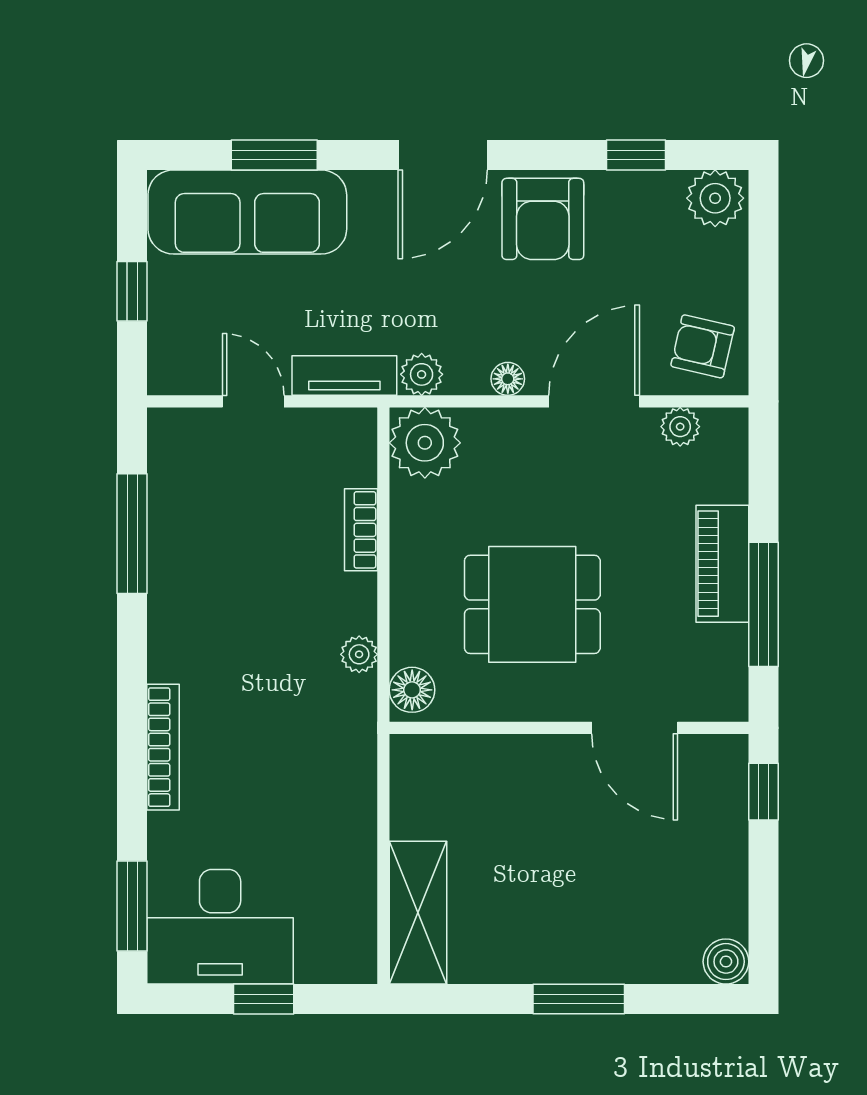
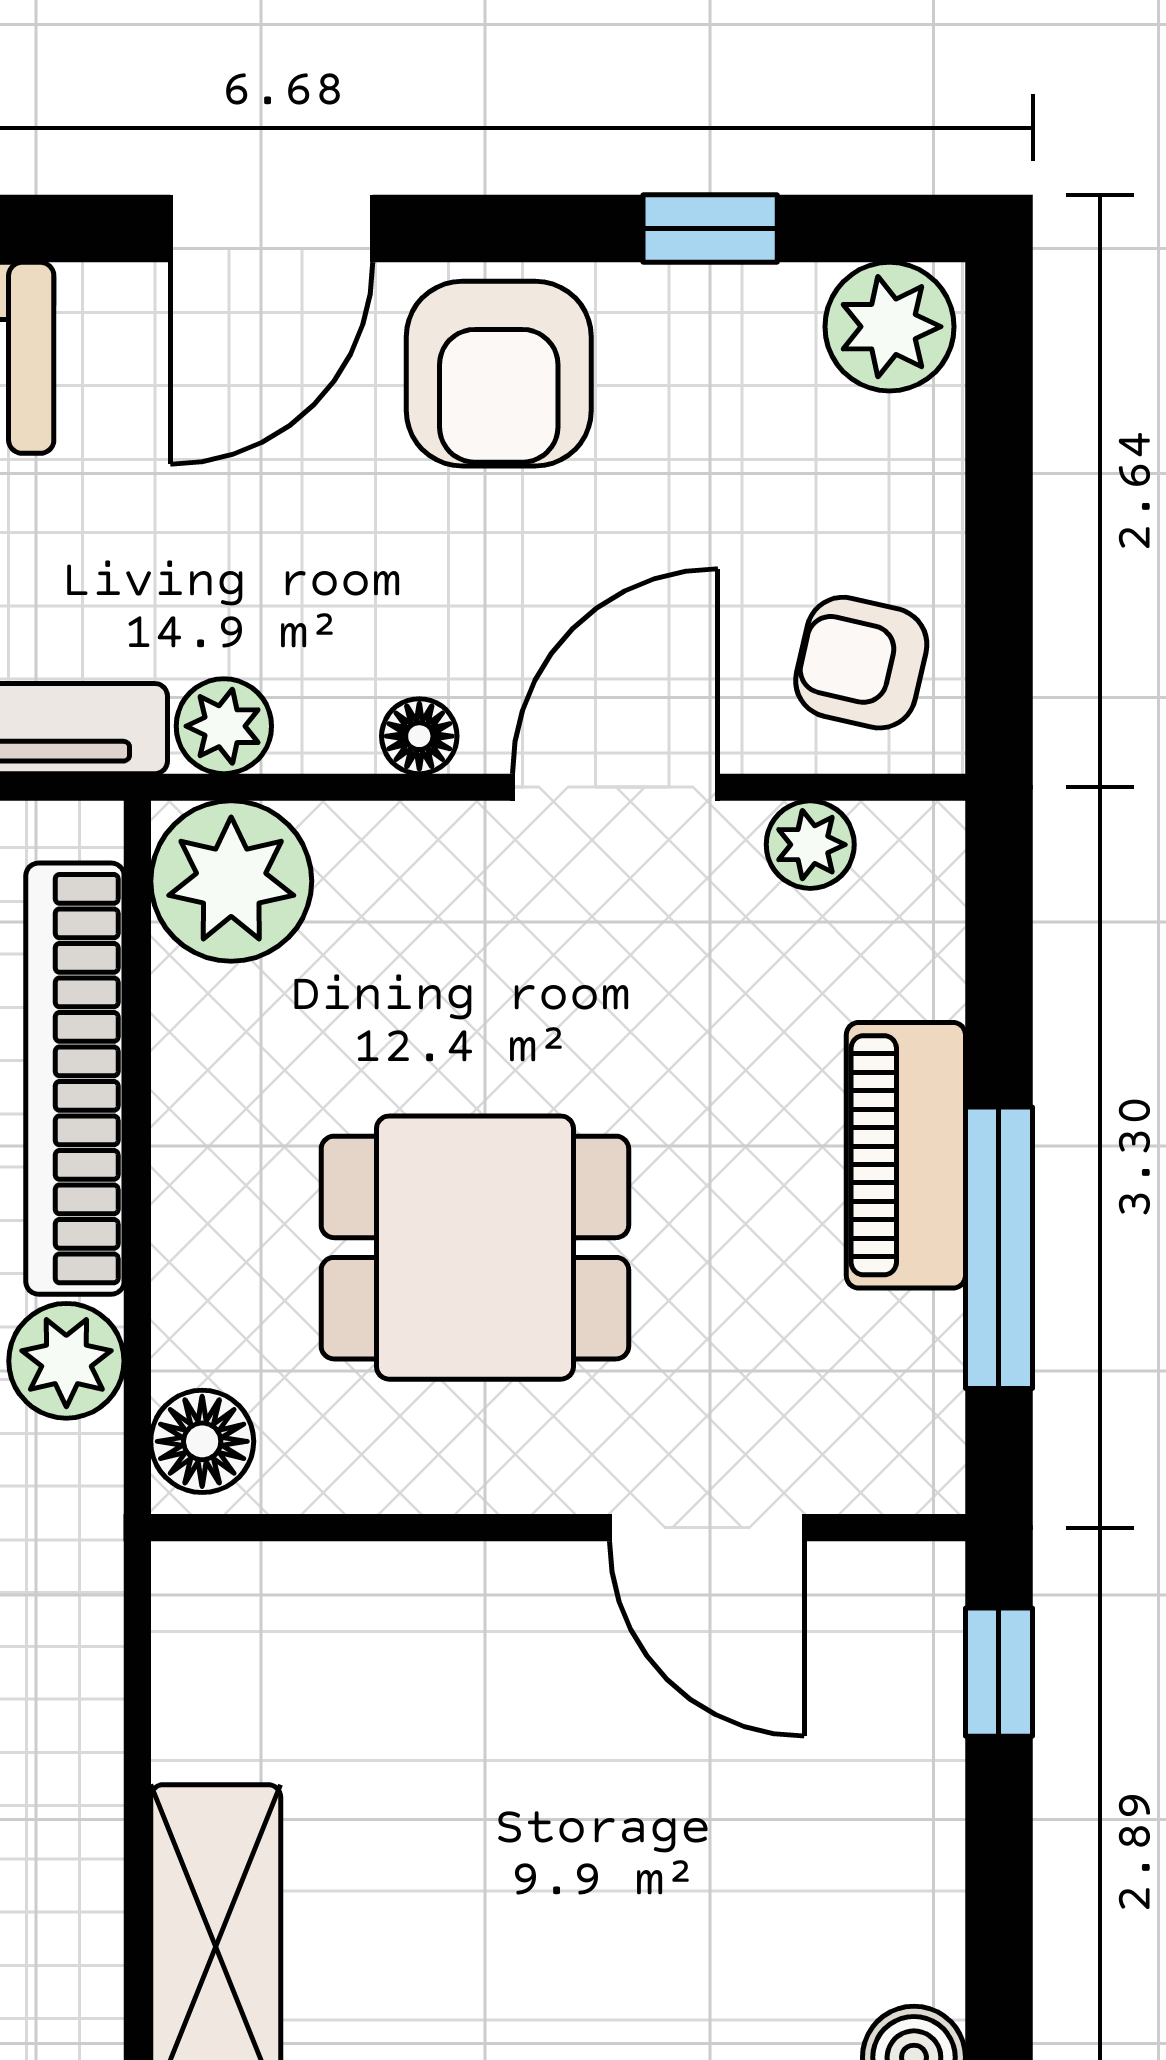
bookcase: (361, 530) -> (75, 1079), width x2.31, depth x1.31
plant: (359, 654) -> (66, 1361), width x1.38, depth x1.38

